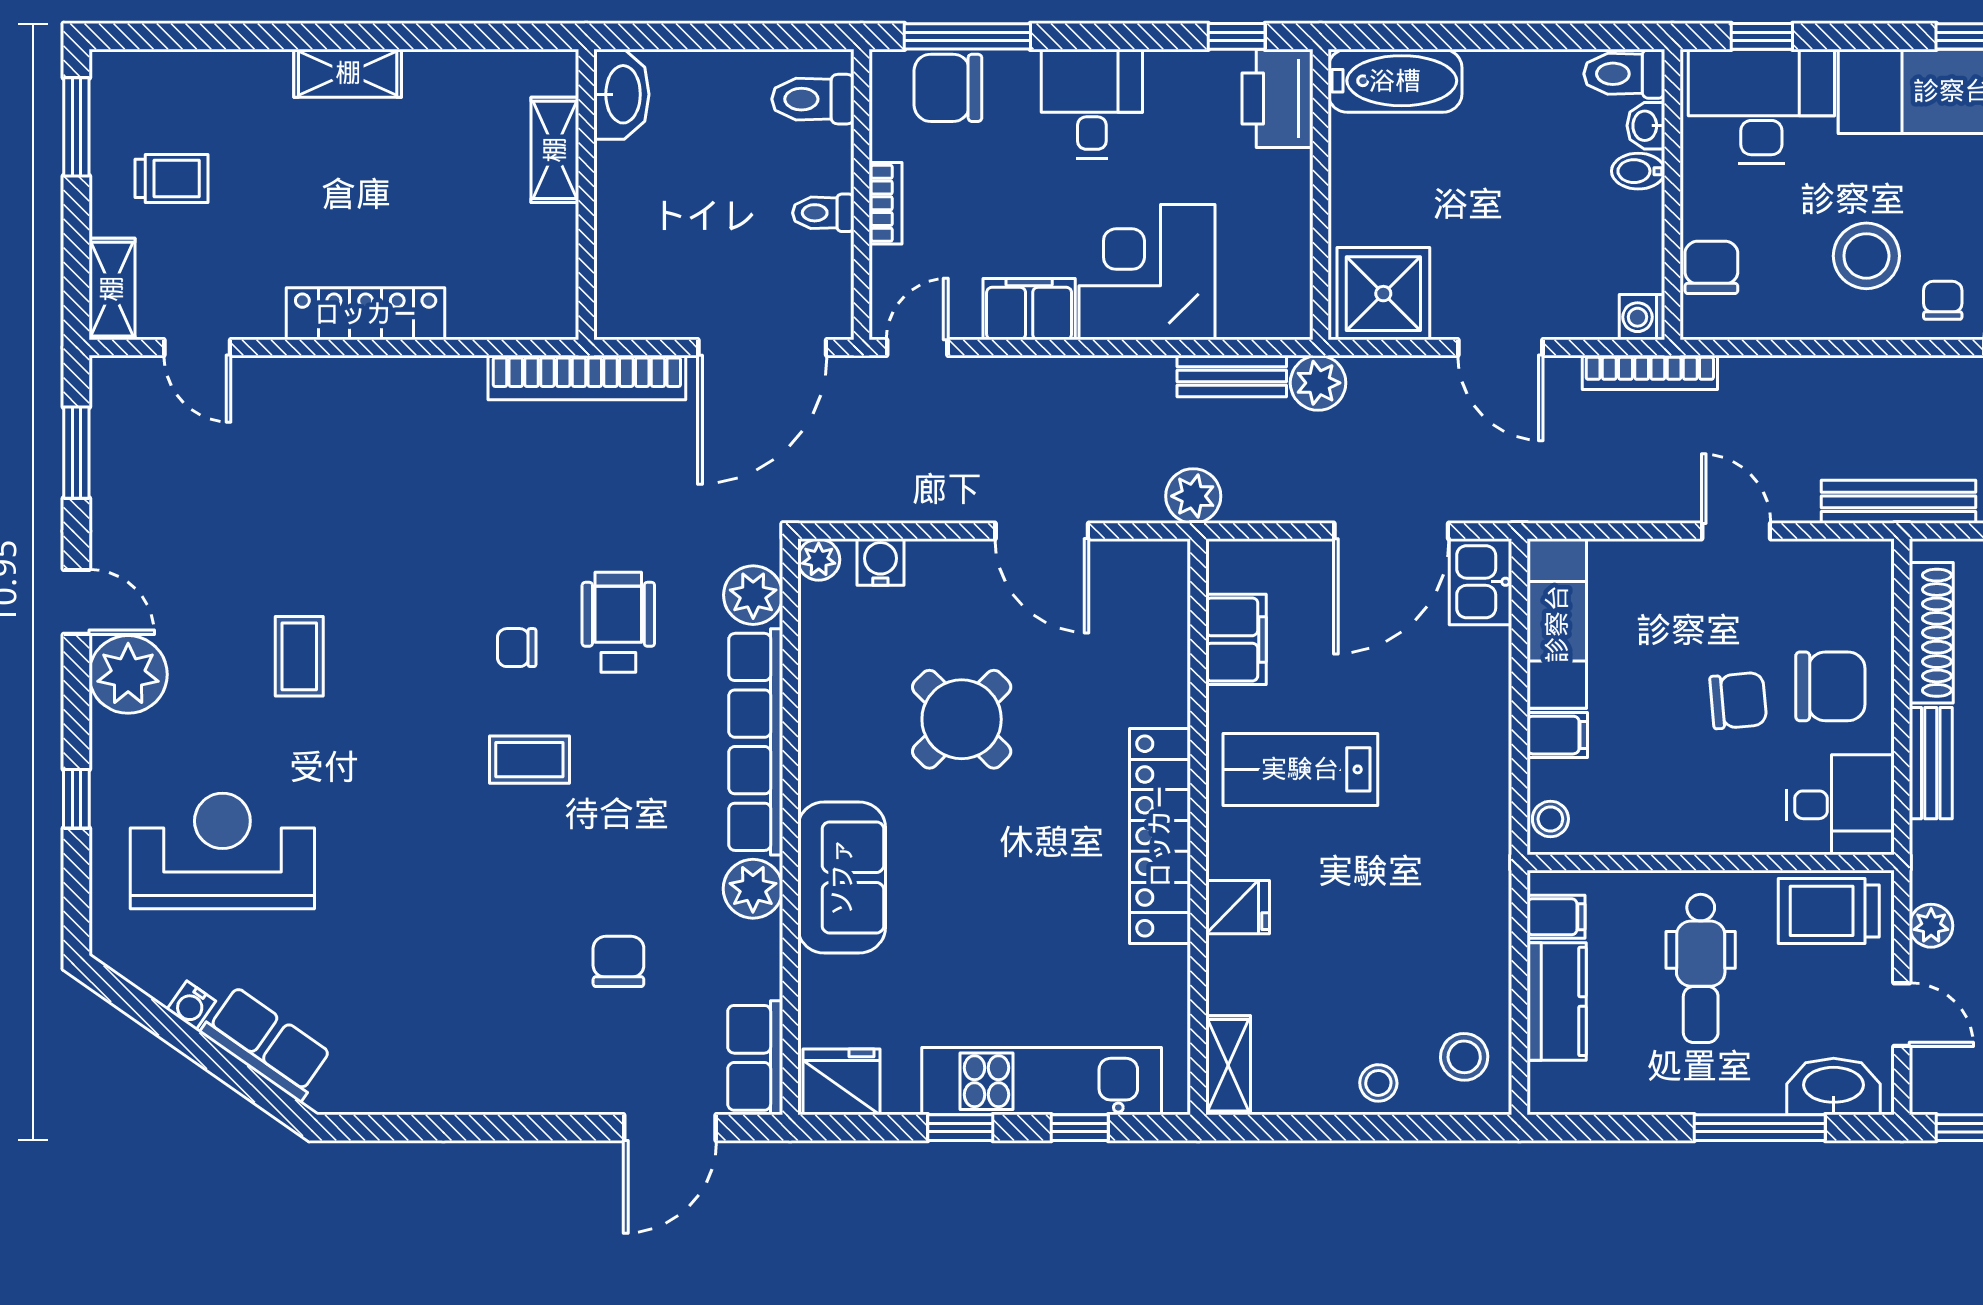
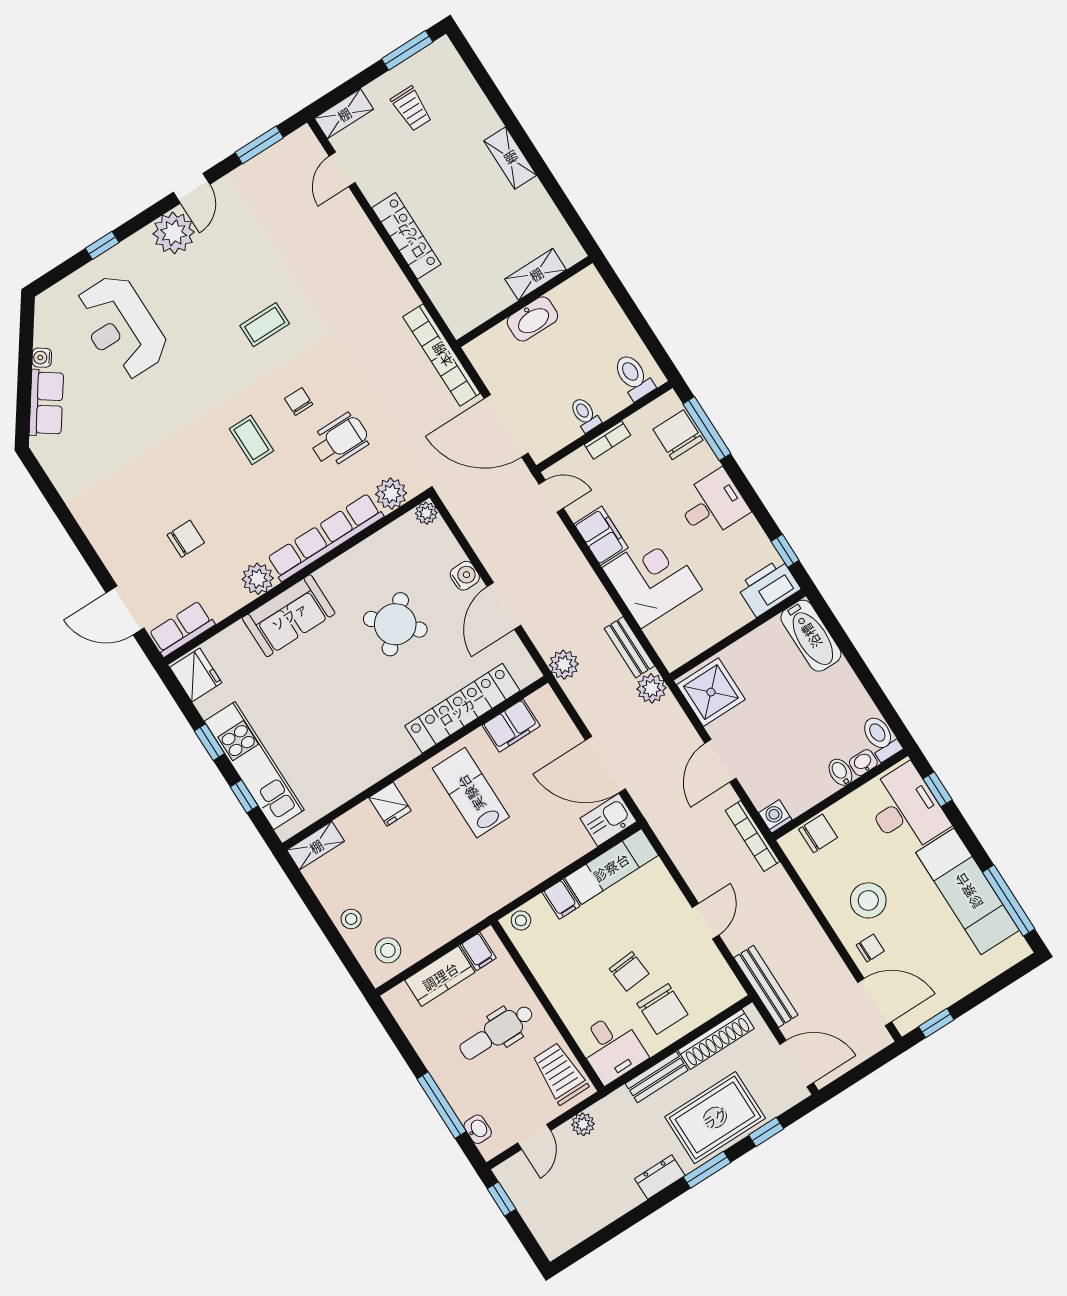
washbasin: (621, 94) -> (532, 319), moved
water cooler: (880, 562) -> (465, 576), moved
coffee table: (299, 656) -> (265, 325), moved
locker: (1160, 836) -> (462, 708), moved
reception desk: (222, 851) -> (121, 327), turned 180
washbasin: (1834, 1086) -> (478, 1129), width x0.52, depth x0.69

